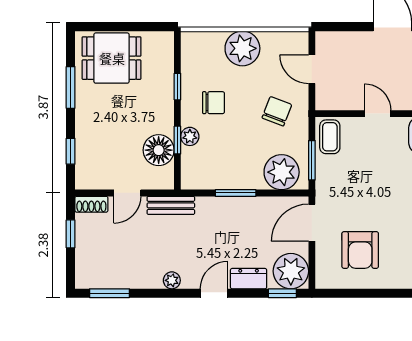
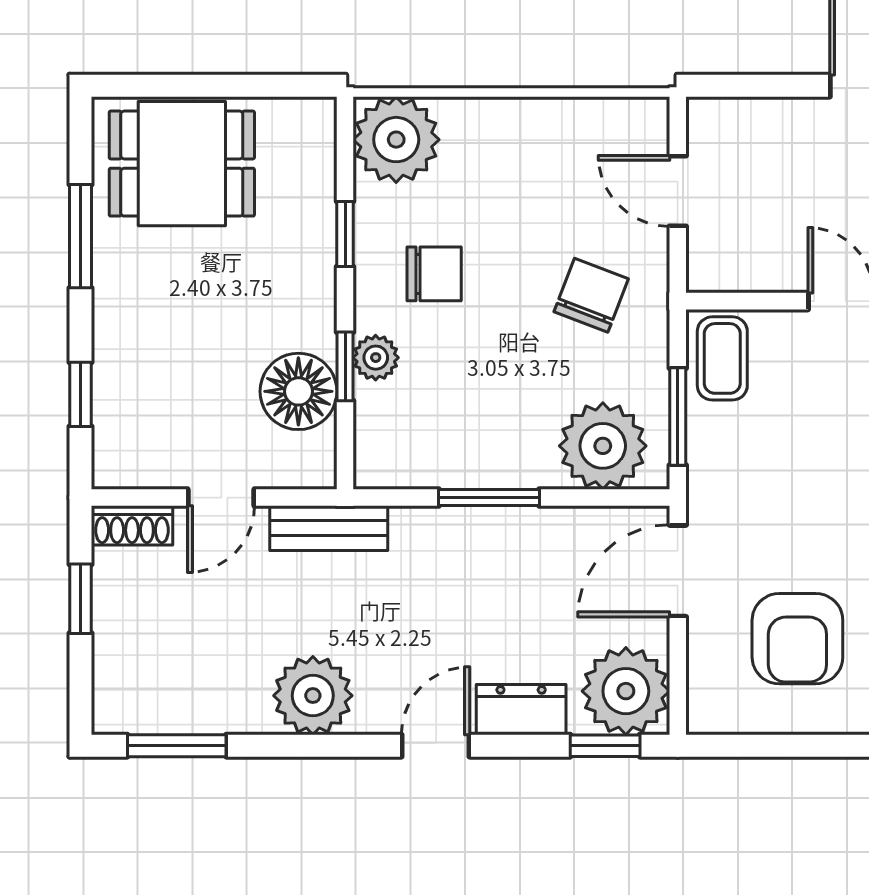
plant: (242, 48) -> (396, 140), moved
plant: (172, 280) -> (313, 696), width x1.88, depth x1.88

